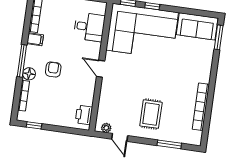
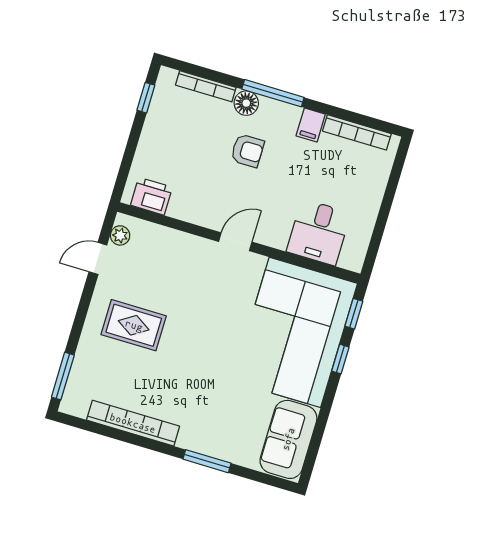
window: (219, 37) -> (207, 461), moved
window: (169, 144) -> (63, 376), moved

